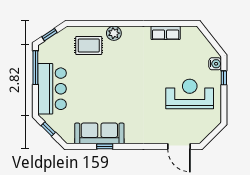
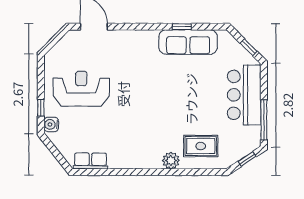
row of seats: (166, 33) -> (90, 161), moved
reception desk: (190, 94) -> (81, 89), turned 180

